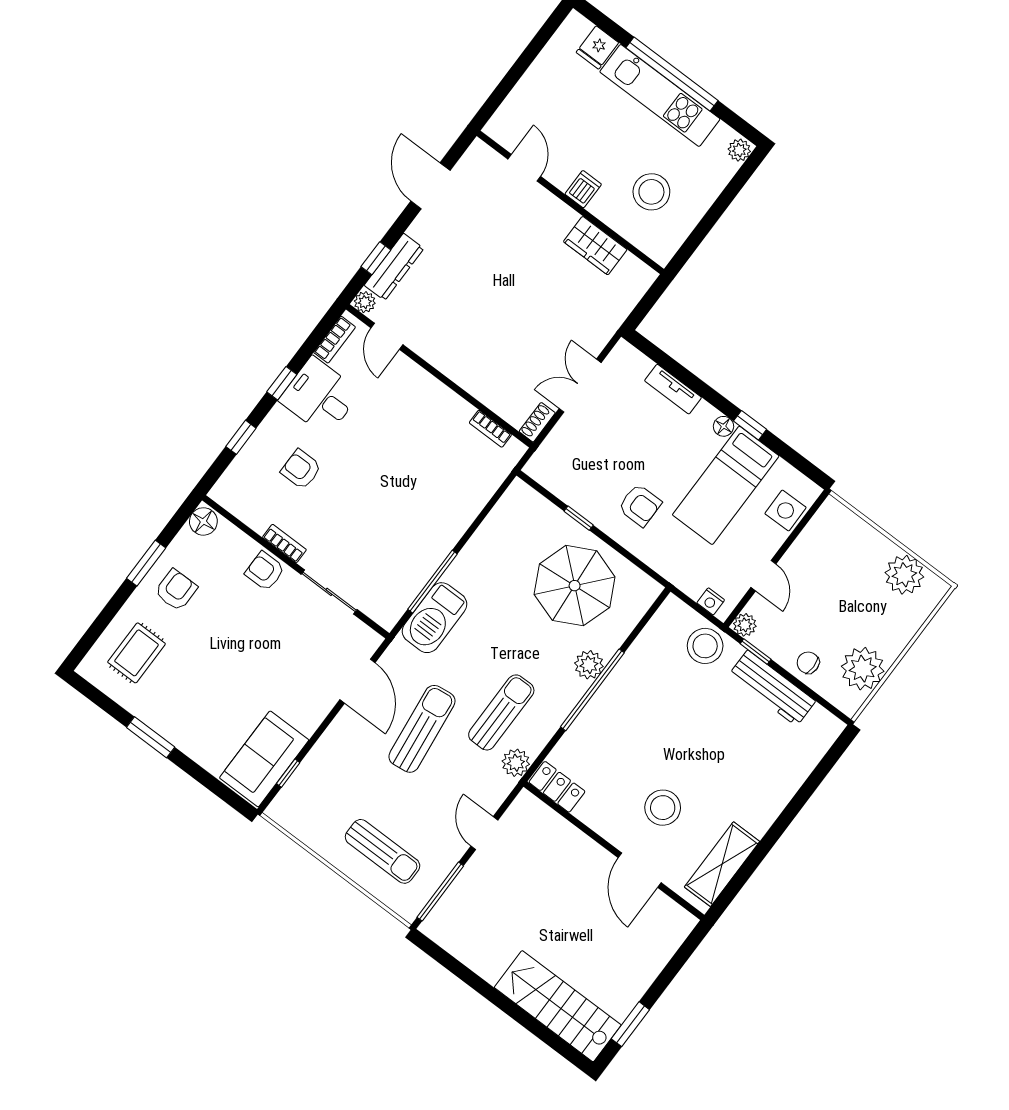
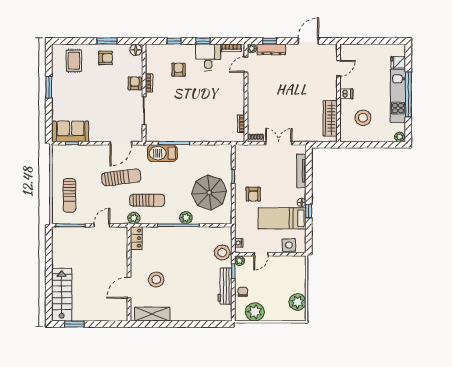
wardrobe: (595, 246) -> (330, 118), width x1.50
tv unit: (673, 389) -> (301, 171), width x1.41
rug: (137, 653) -> (74, 61), turned 90

